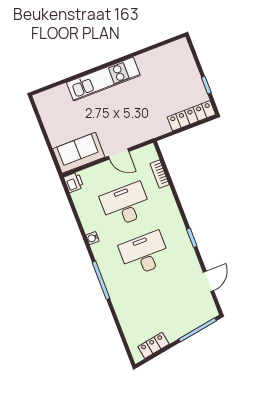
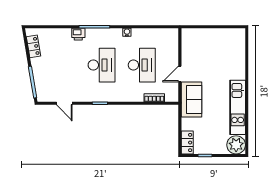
plant: (179, 52) -> (236, 145), added
kitchen unit: (103, 79) -> (238, 107), moved
locker: (191, 116) -> (187, 143), width x0.66
sofa: (79, 153) -> (192, 100), moved
printer: (74, 182) -> (78, 34), moved

